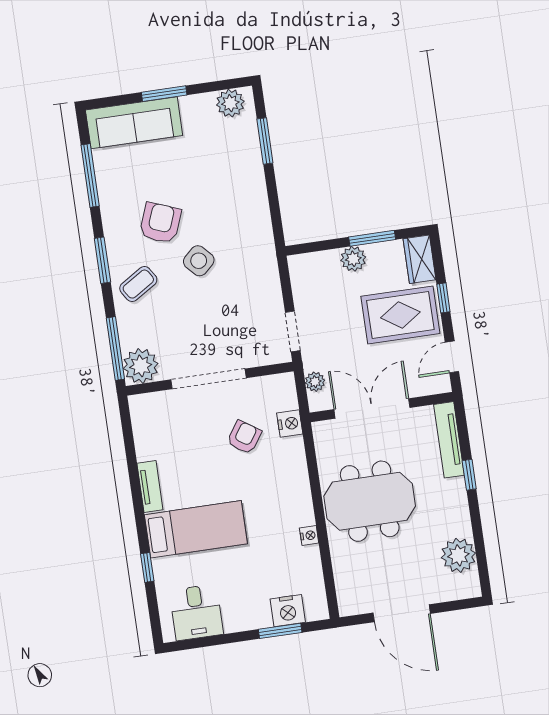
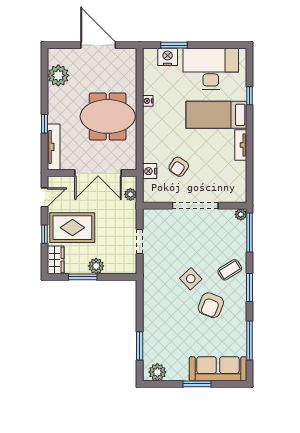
doorway: (293, 331) -> (140, 241), moved
plant: (141, 366) -> (241, 214), width x0.53, depth x0.53
desk: (196, 612) -> (211, 69), width x1.87, depth x1.30

